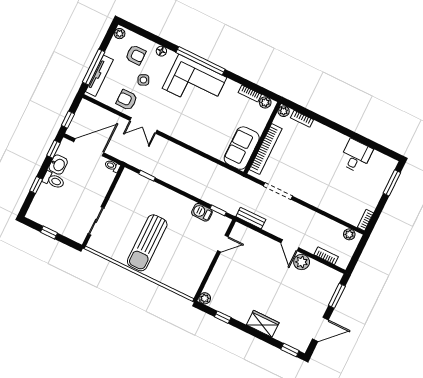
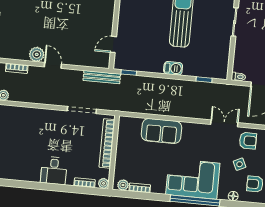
sofa: (242, 148) -> (162, 131), moved, turned 90
desk: (356, 156) -> (54, 171), moved
barbecue: (202, 212) -> (173, 68), moved
bench: (251, 218) -> (102, 77), width x1.36

